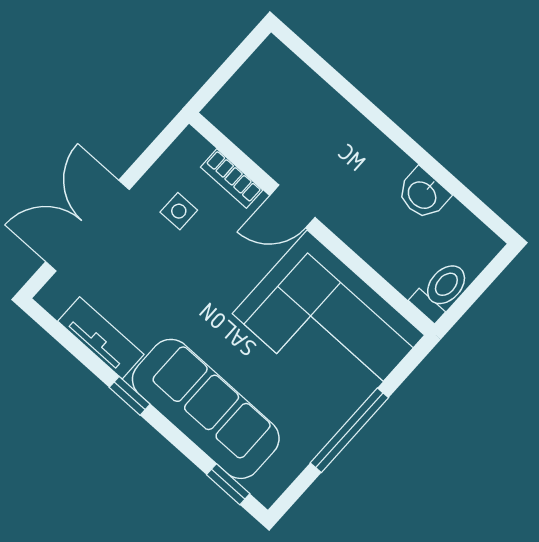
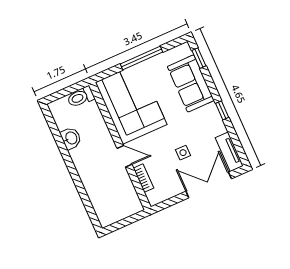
side table: (179, 211) -> (183, 153), moved
double door: (87, 226) -> (209, 185), swing flipped
tv unit: (101, 338) -> (229, 152), moved
sofa: (206, 409) -> (191, 83), width x0.73

